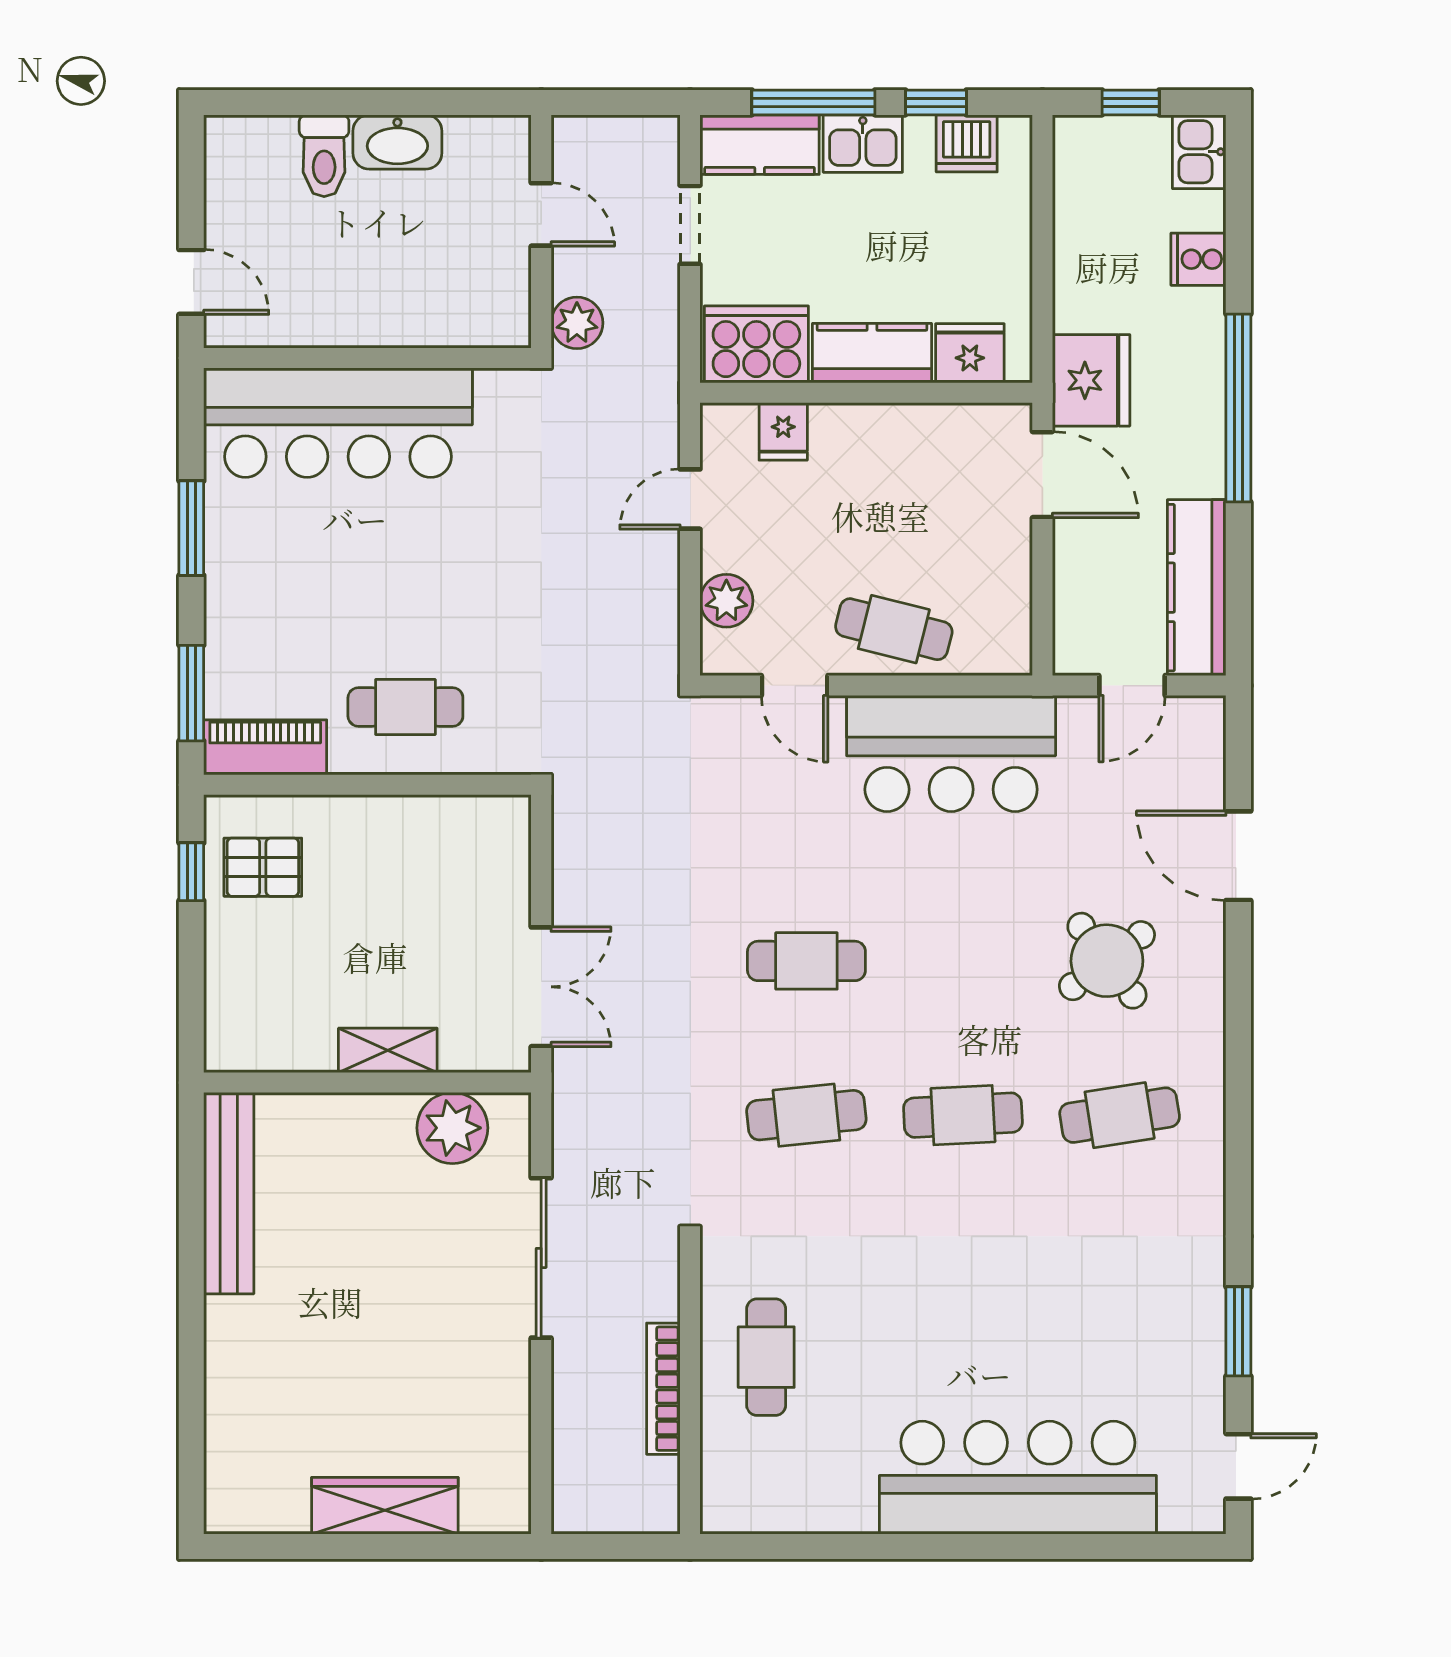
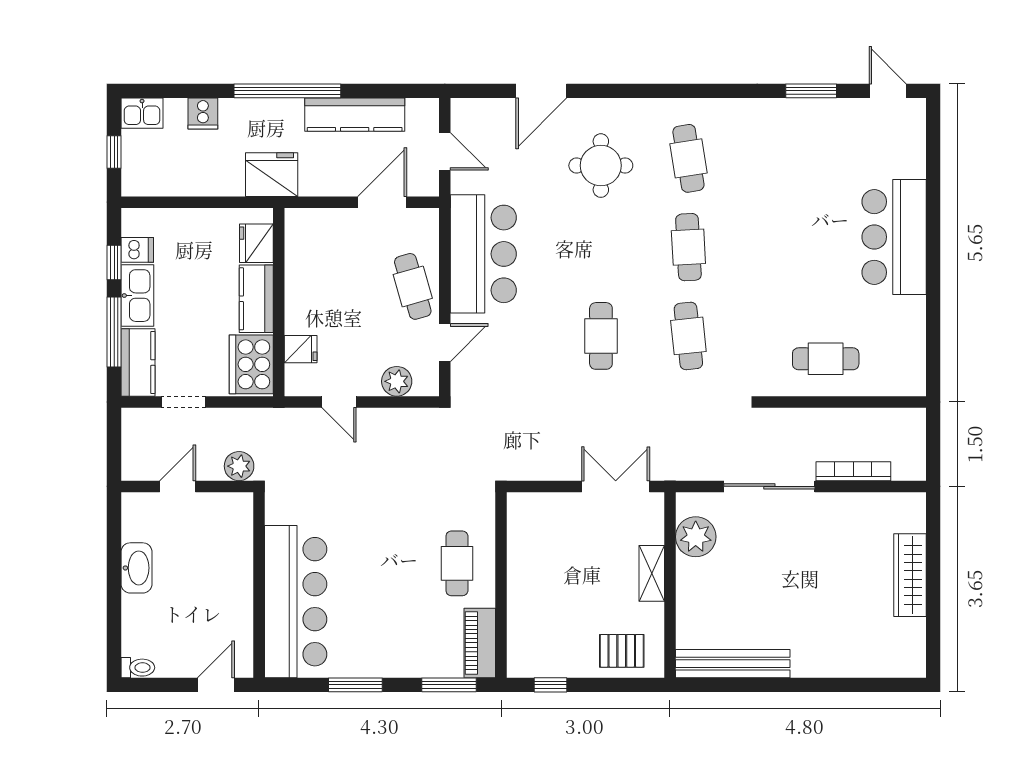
dishwasher: (967, 143) -> (137, 250), width x0.73
kitchen sink: (863, 144) -> (137, 296), width x1.38
toilet: (324, 156) -> (138, 668), moved, width x0.73, depth x0.72
door: (1042, 475) -> (382, 202), moved
kitchen counter: (1197, 588) -> (355, 115), moved
cafe table: (894, 629) -> (413, 286), turned -30
pallet: (263, 867) -> (622, 651), moved, turned 90
round table: (1107, 961) -> (601, 166), turned 37
bookcase: (663, 1389) -> (853, 471), moved, turned 180
bar counter: (1018, 1478) -> (894, 237), width x0.73

